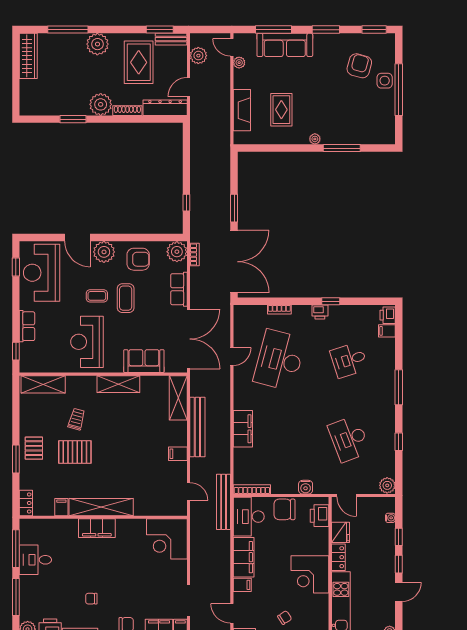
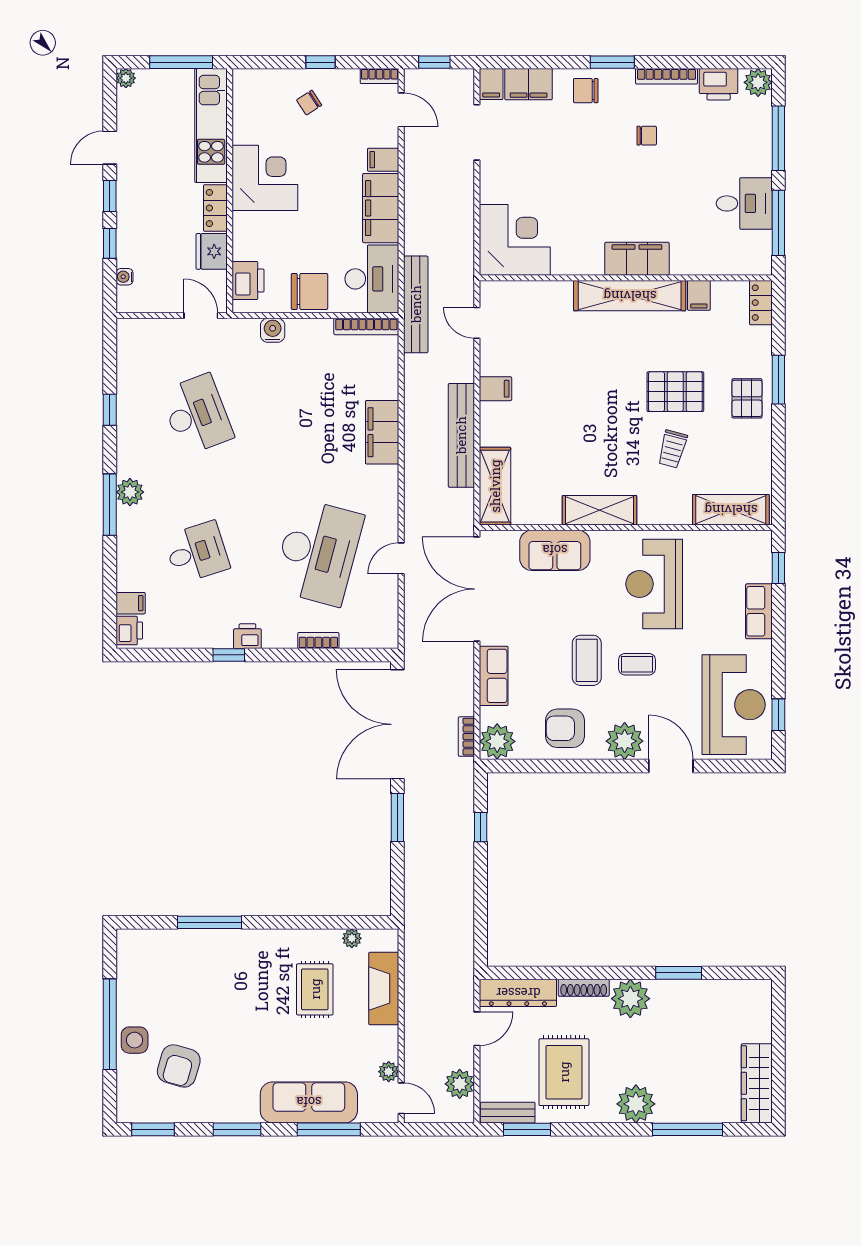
plant: (315, 139) -> (352, 938), moved
reception desk: (87, 342) -> (654, 584), turned 180
plant: (387, 485) -> (130, 492), moved

